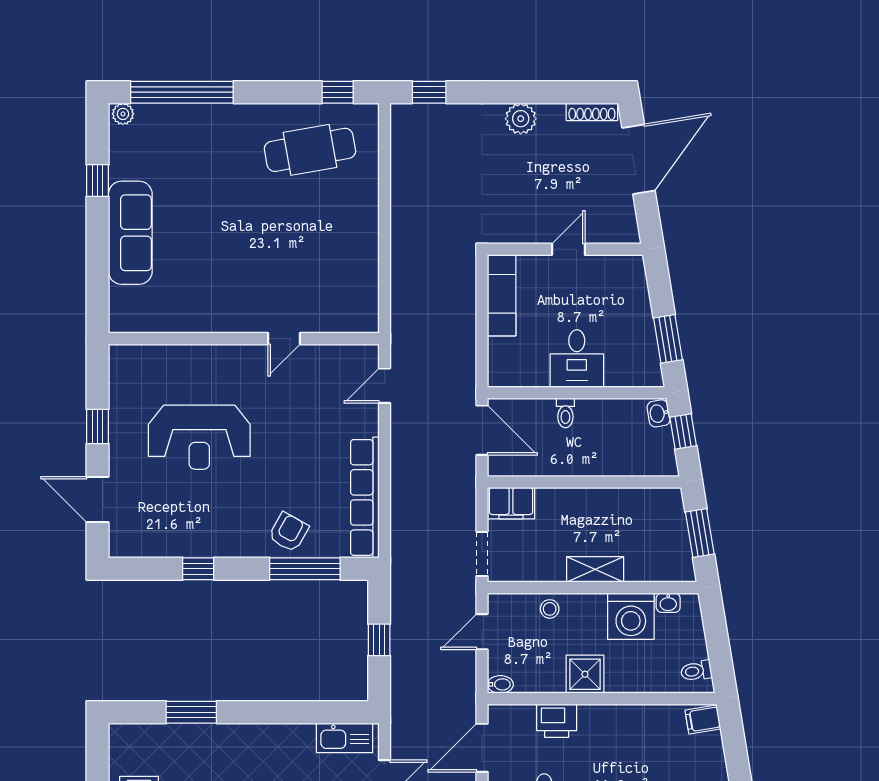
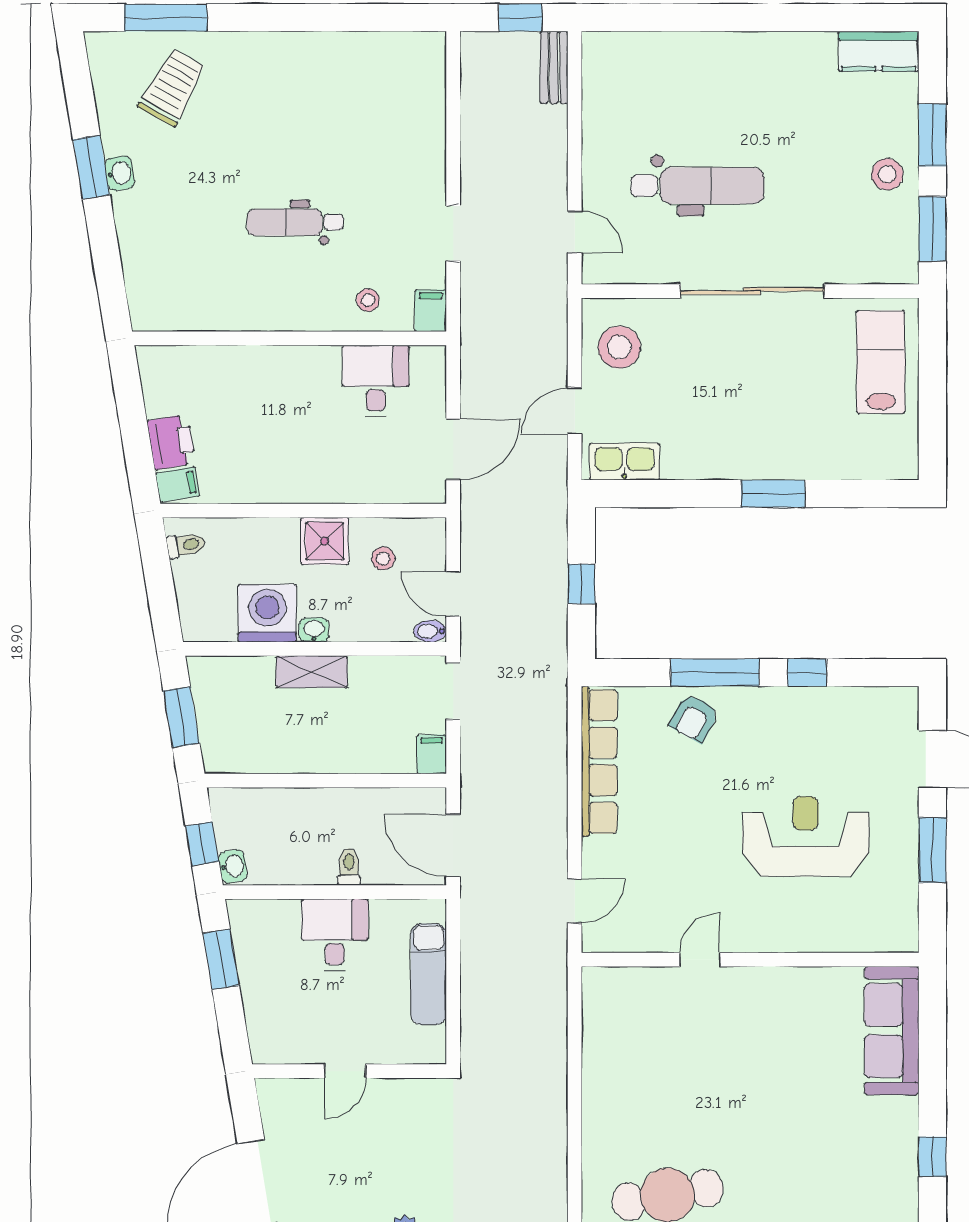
sofa: (130, 233) -> (892, 1031), moved
exam couch: (502, 295) -> (429, 974), moved
window: (98, 426) -> (932, 850), width x1.50
filing cabinet: (511, 503) -> (432, 754), width x0.50
window: (305, 569) -> (715, 673), moved
washbasin: (668, 603) -> (314, 630), moved
stool: (550, 609) -> (383, 558), moved
door: (482, 632) -> (453, 594), swing flipped
bidet: (500, 684) -> (430, 631), moved
window: (191, 712) -> (773, 494), moved
printer: (557, 721) -> (171, 442), moved, turned 81

